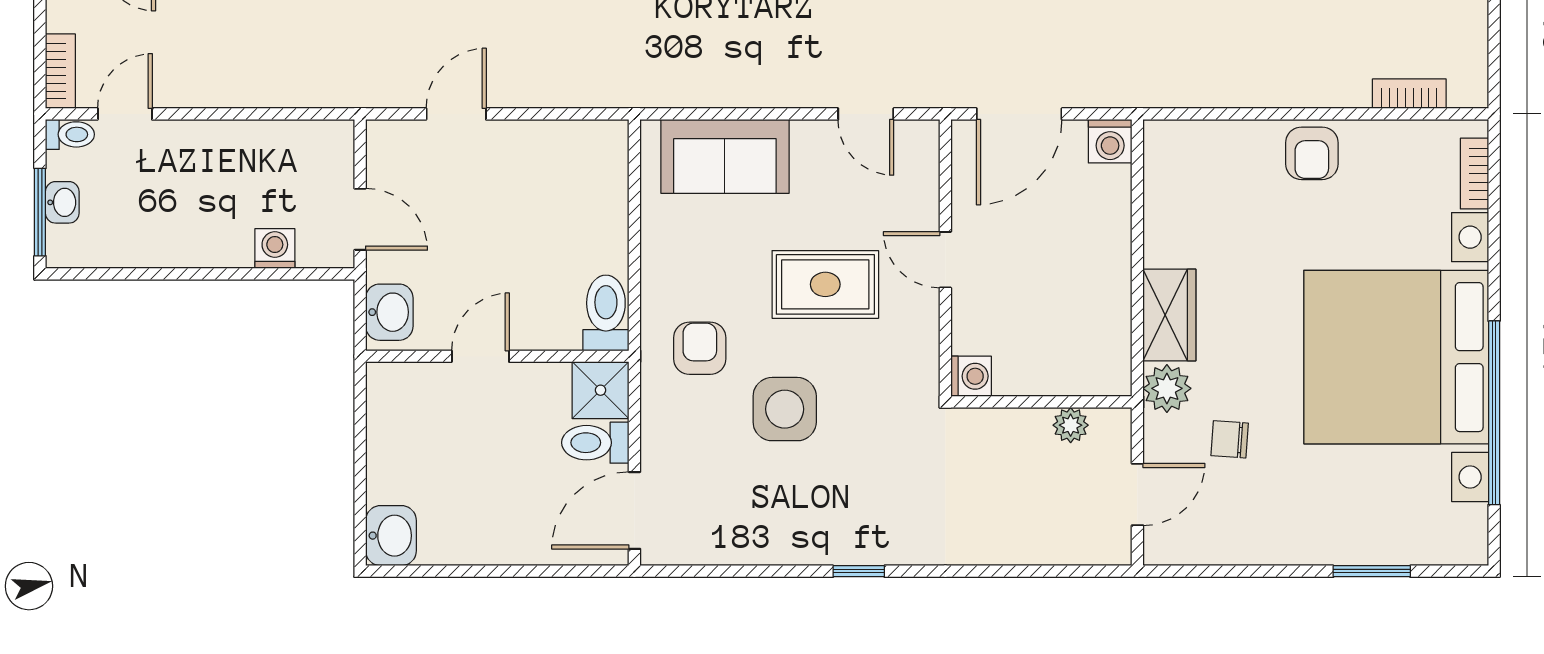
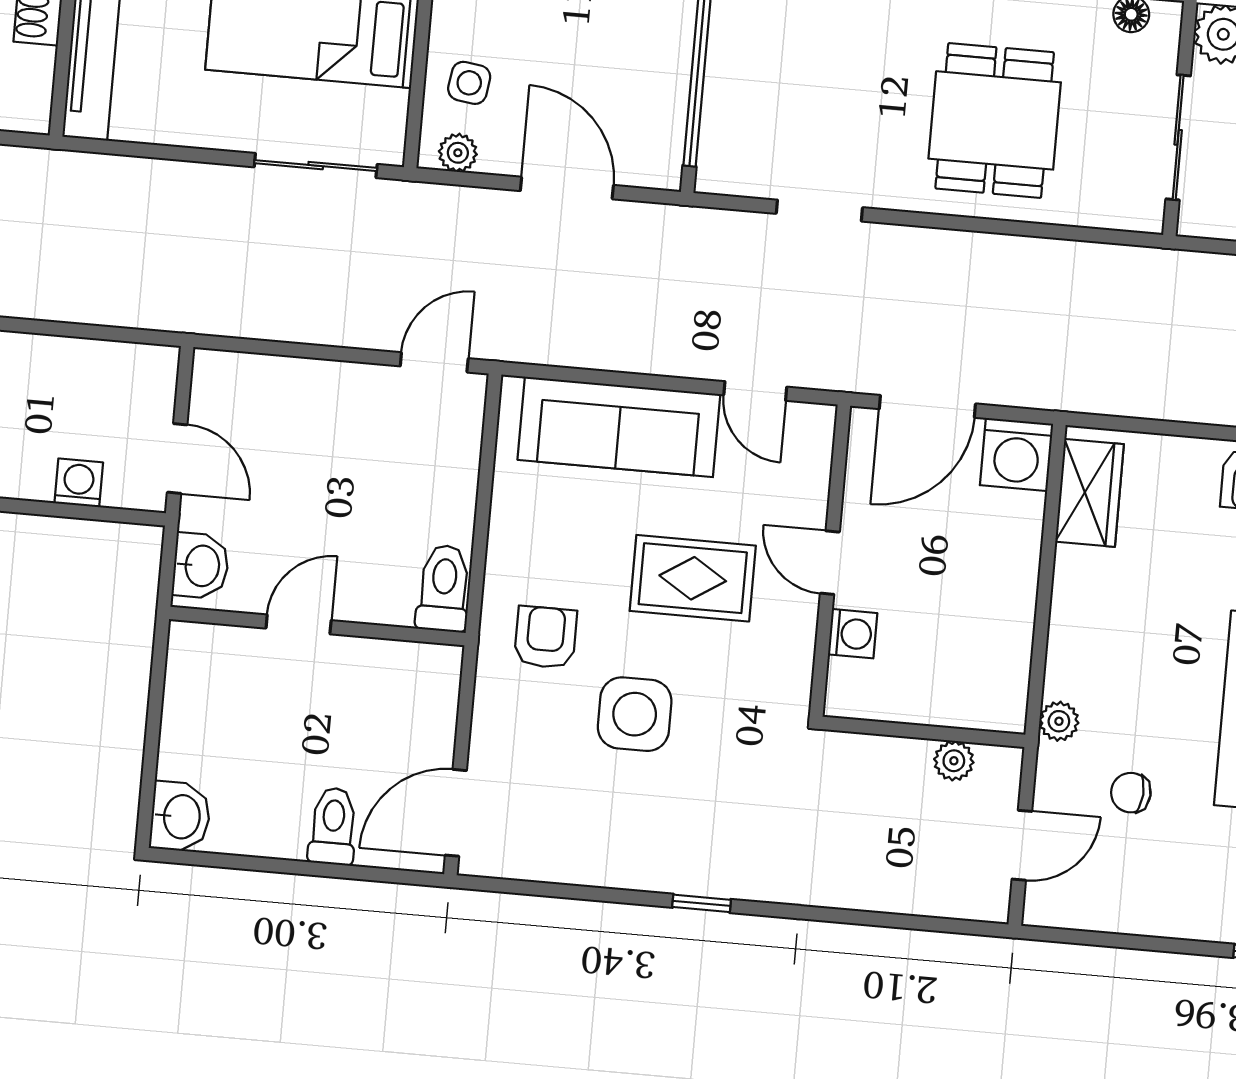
door: (456, 114) -> (434, 362), moved
washing machine: (1110, 141) -> (1017, 455), width x1.38, depth x1.38
sofa: (725, 156) -> (619, 427), width x1.36
wardrobe: (1169, 315) -> (1090, 493), moved
washing machine: (971, 376) -> (853, 634), moved
plant: (1167, 388) -> (1059, 721), width x0.73, depth x0.73
shower: (601, 390) -> (430, 674), removed
toilet: (595, 443) -> (333, 826), moved, turned 90

